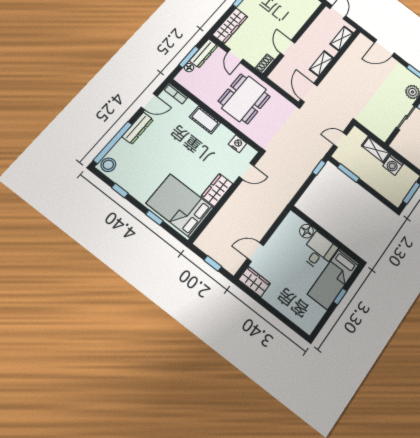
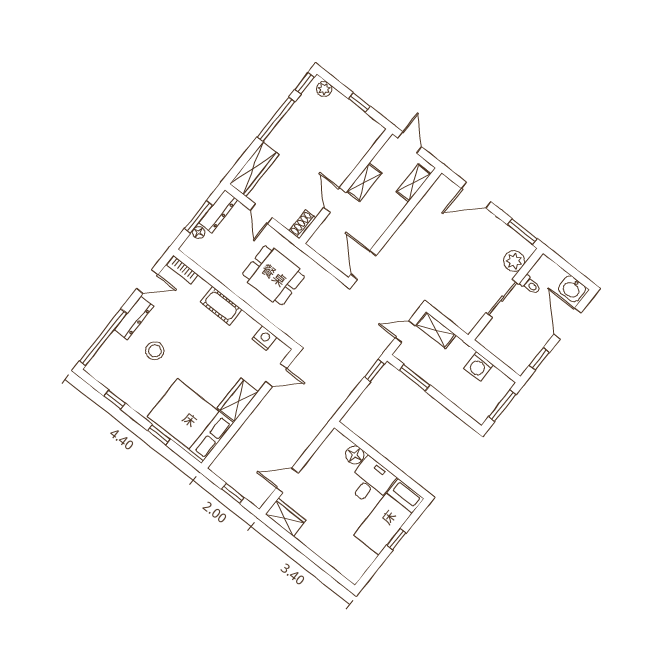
shelving: (321, 64) -> (364, 182), moved
dining table: (244, 99) -> (274, 275), width x0.73
shelving: (376, 150) -> (436, 330), moved
stool: (108, 165) -> (155, 351), moved

